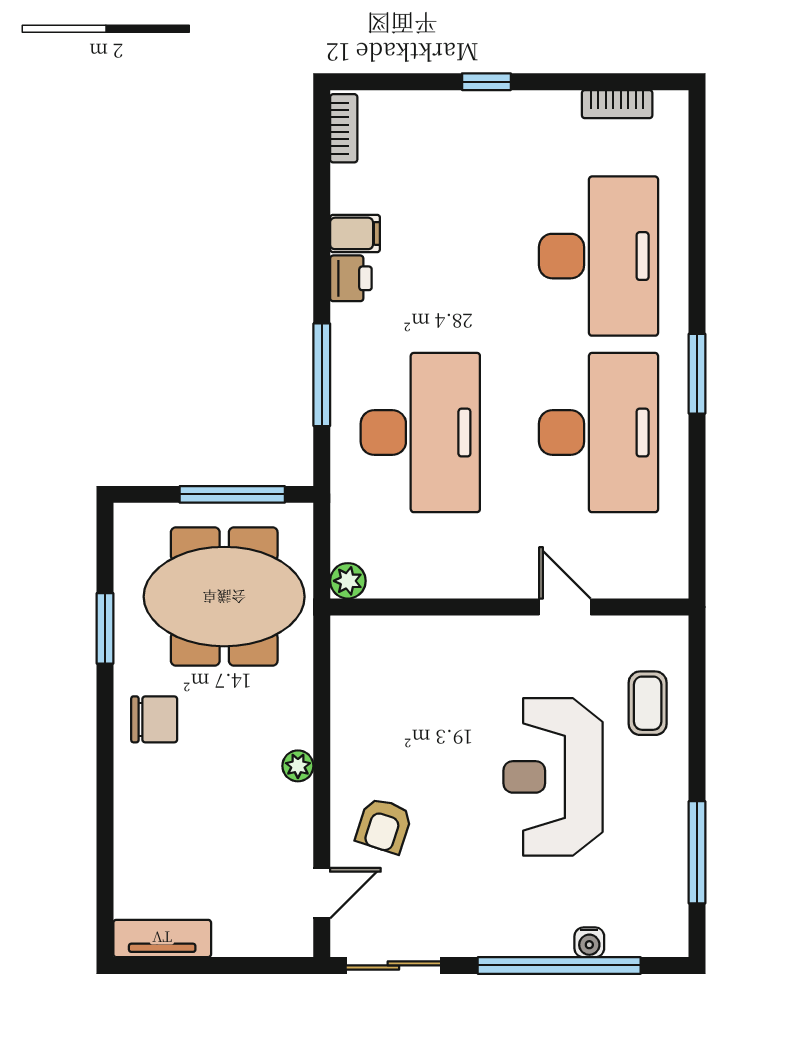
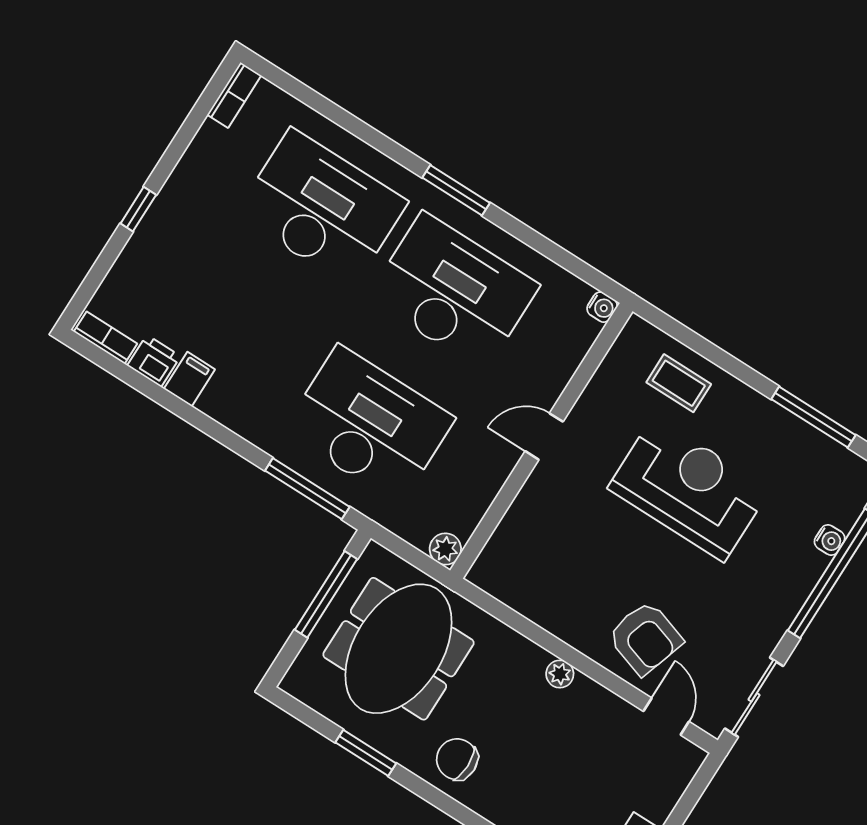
bookcase: (617, 104) -> (234, 95), moved
printer: (351, 278) -> (154, 361), moved
window: (322, 375) -> (307, 489), moved
water cooler: (674, 584) -> (602, 307), added
door: (565, 607) -> (544, 436), moved
chair: (154, 719) -> (457, 759), turned -90
reception desk: (553, 777) -> (689, 489), turned 180
armchair: (384, 826) -> (645, 638), width x1.38, depth x1.38

